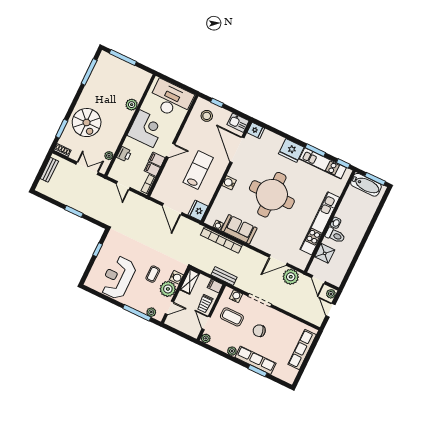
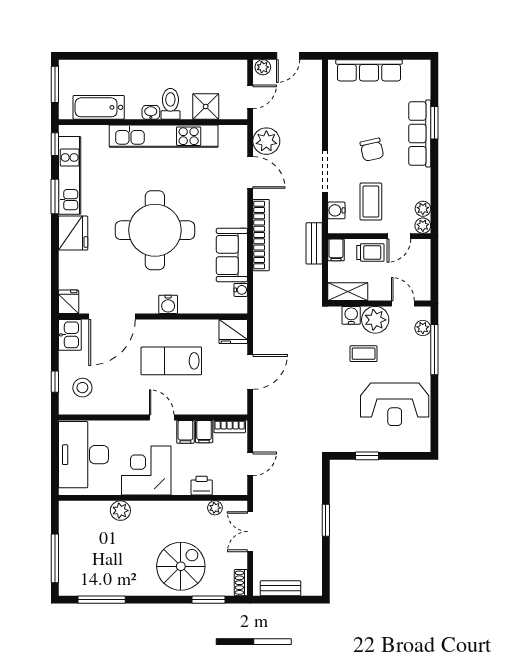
bathtub: (366, 185) -> (99, 107), moved, turned -90
bookcase: (221, 240) -> (261, 235), moved
plant: (232, 351) -> (423, 209), moved

